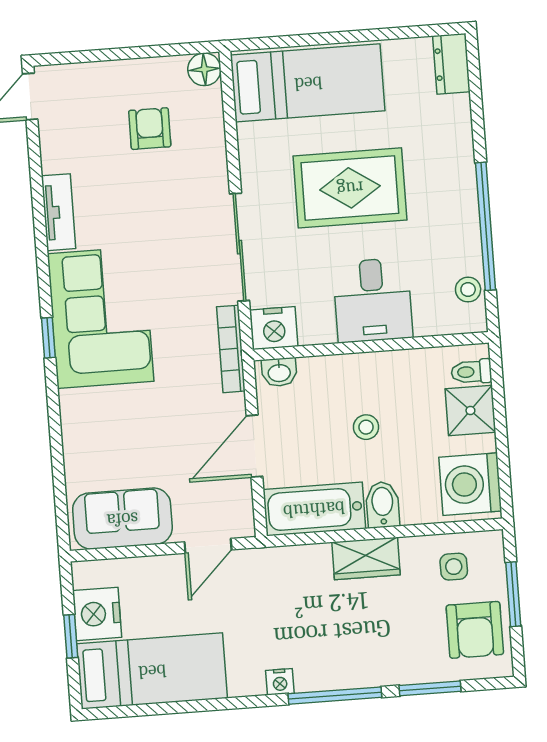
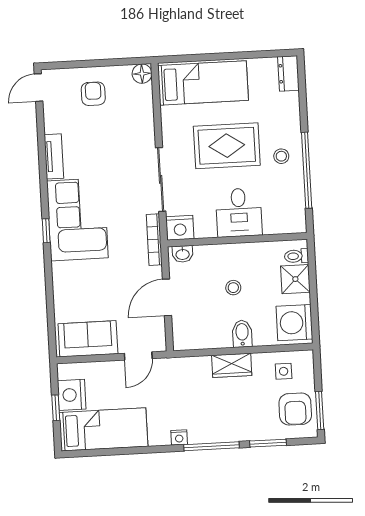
armchair: (150, 129) -> (93, 94), moved
stool: (468, 289) -> (281, 156), moved
bathtub: (314, 509) -> (202, 336), removed
window: (513, 594) -> (320, 410), moved

